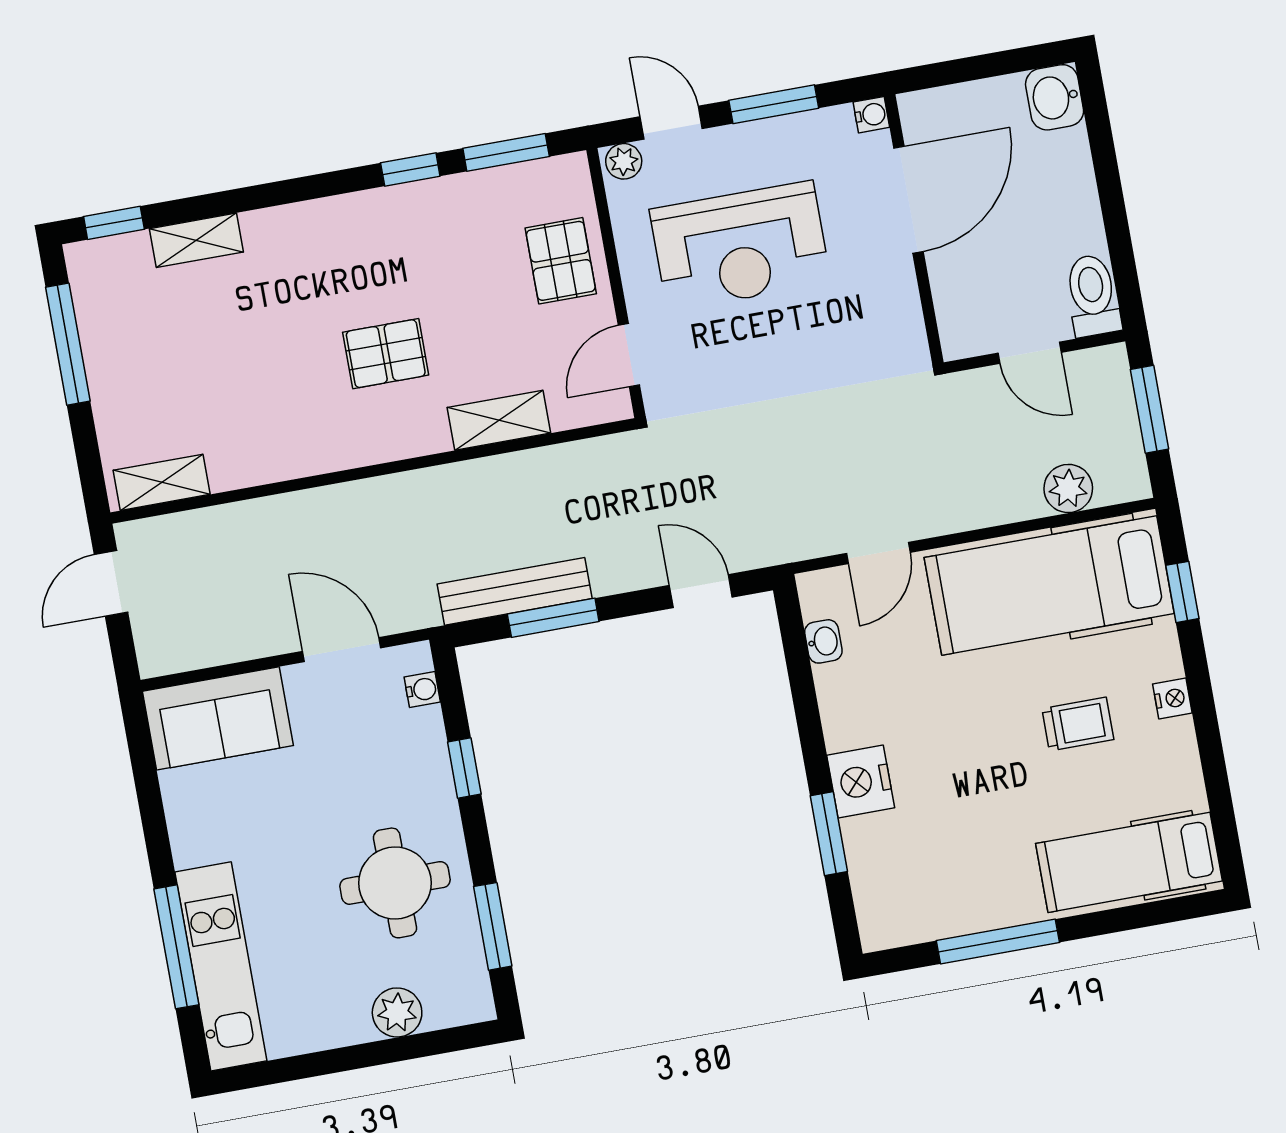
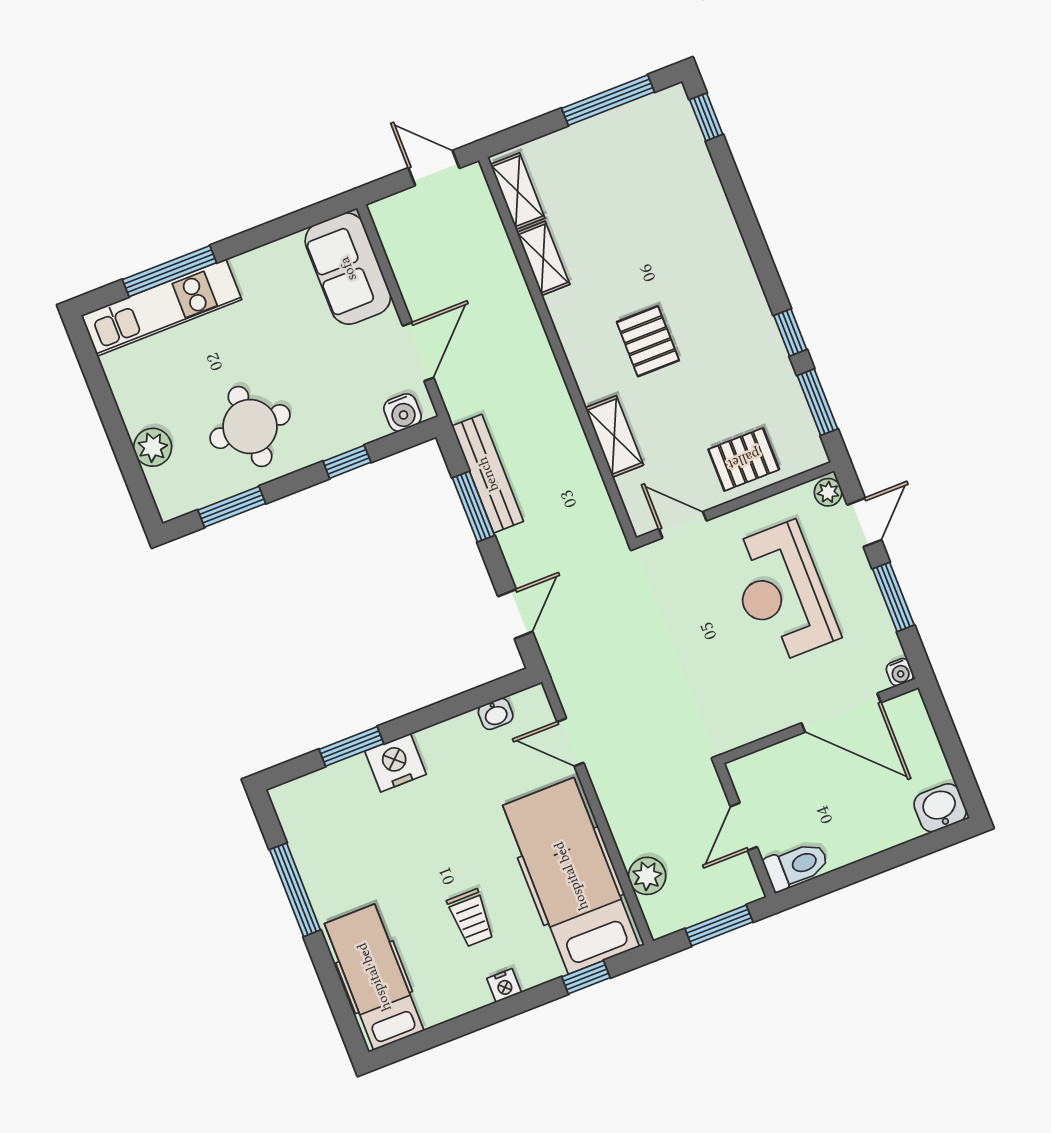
shelving: (196, 240) -> (543, 258), moved
water cooler: (422, 690) -> (403, 412), width x1.38, depth x1.38

